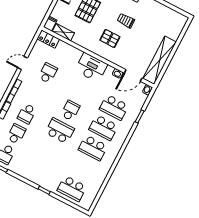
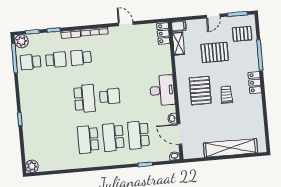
pallet: (110, 38) -> (200, 91), width x1.50, depth x1.42
shelving: (160, 60) -> (230, 148), moved
school desk: (48, 73) -> (131, 53), removed
school desk: (72, 188) -> (38, 144), removed
plant: (86, 204) -> (32, 166), added

